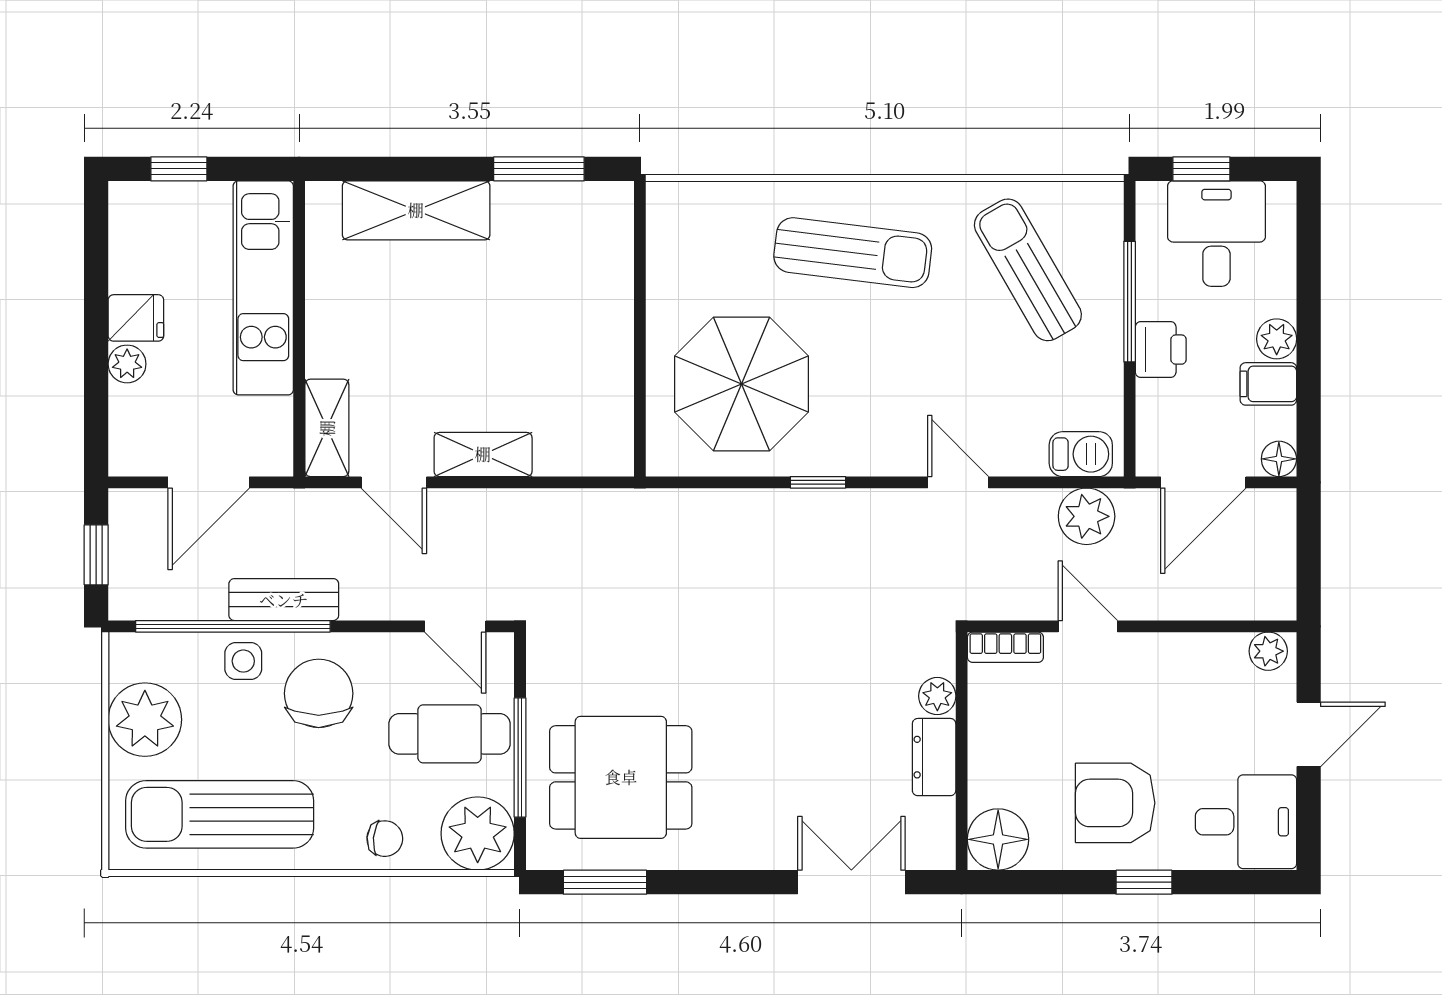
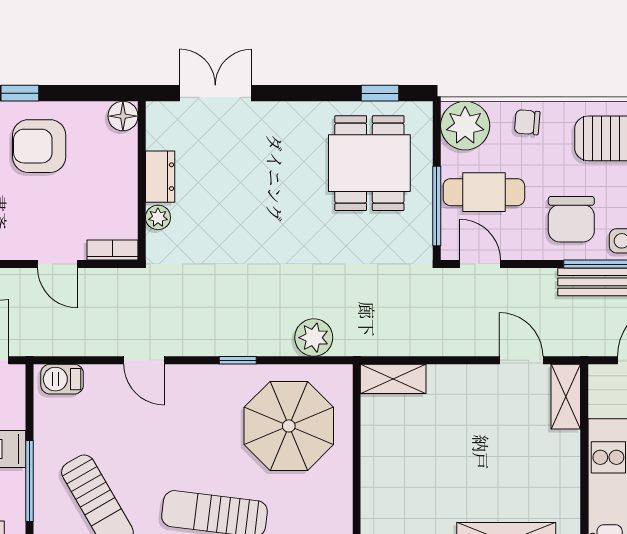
shelving: (483, 454) -> (393, 379), moved
plant: (1087, 516) -> (314, 338), moved
window: (520, 757) -> (437, 206), moved
dining table: (621, 777) -> (369, 163), turned 90
armchair: (1115, 803) -> (39, 146), turned 180
floor lamp: (998, 839) -> (123, 116), width x0.73, depth x0.73
window: (605, 882) -> (380, 93), width x0.67
double door: (851, 882) -> (215, 93), swing flipped

